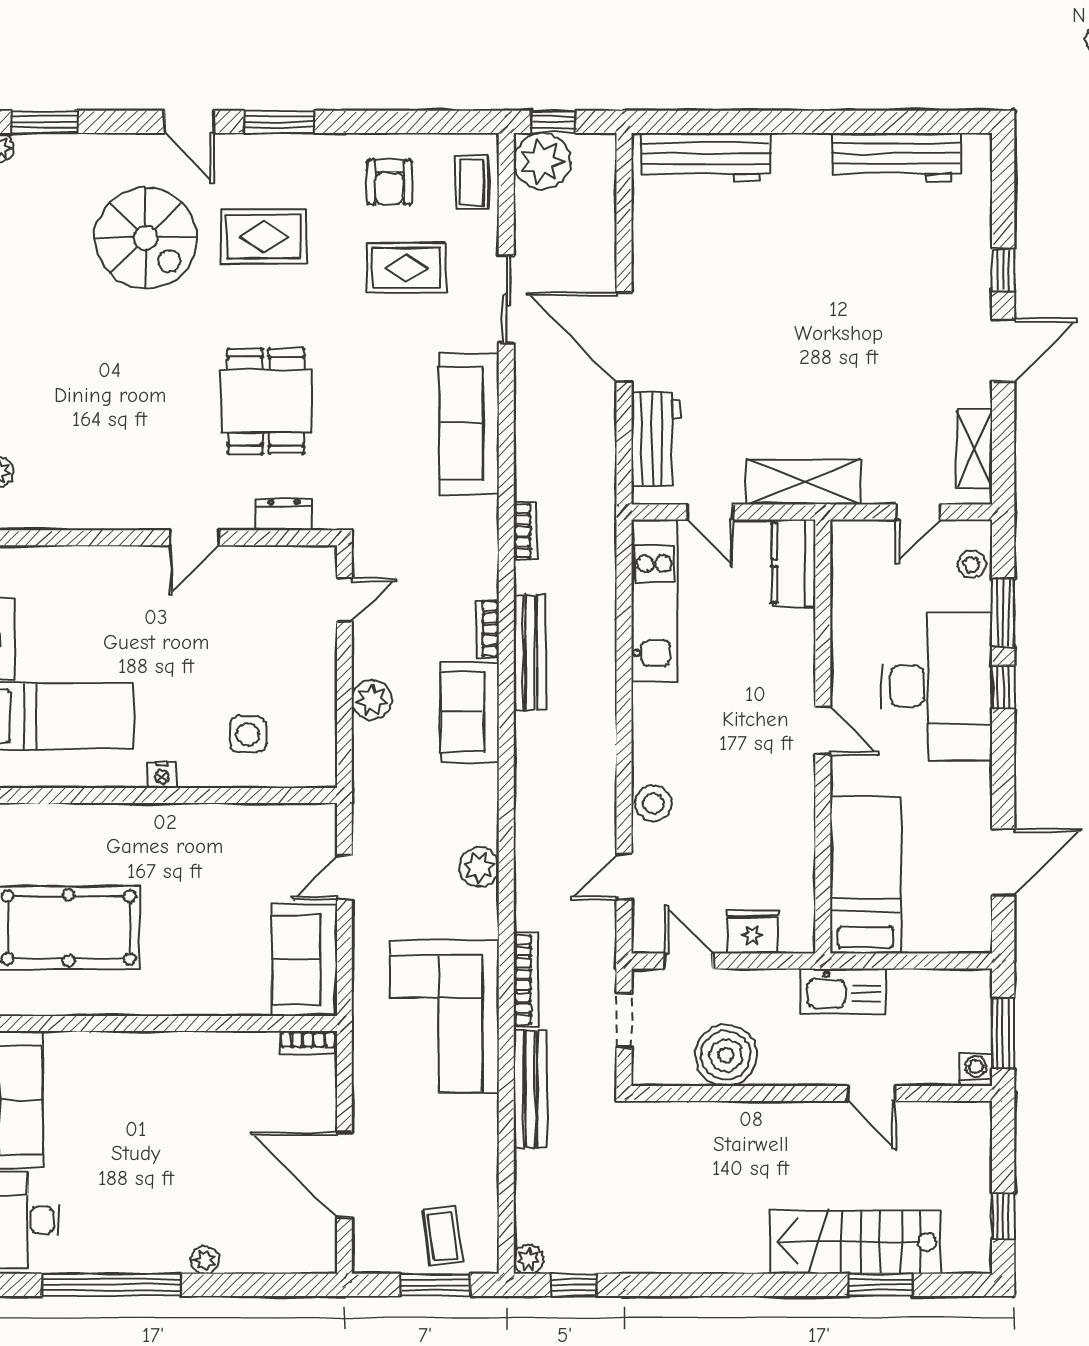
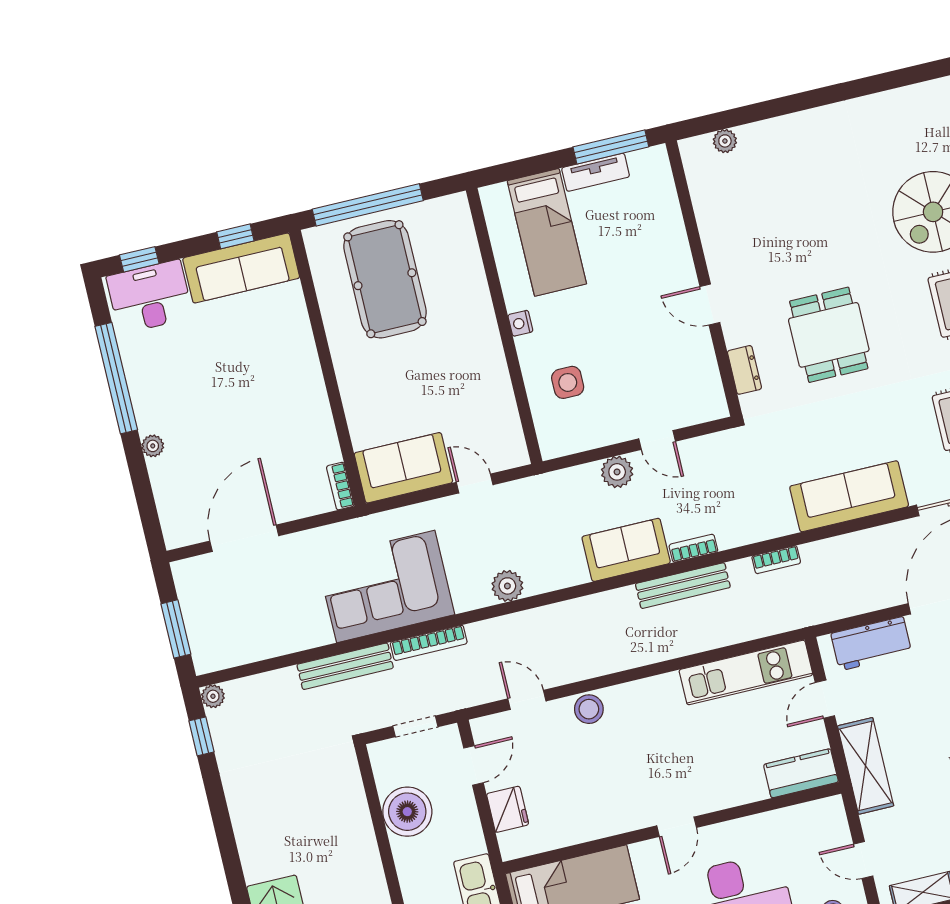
dining table: (266, 401) -> (829, 335), turned 90
door: (344, 600) -> (657, 440), moved
coffee table: (443, 1236) -> (215, 626), removed

